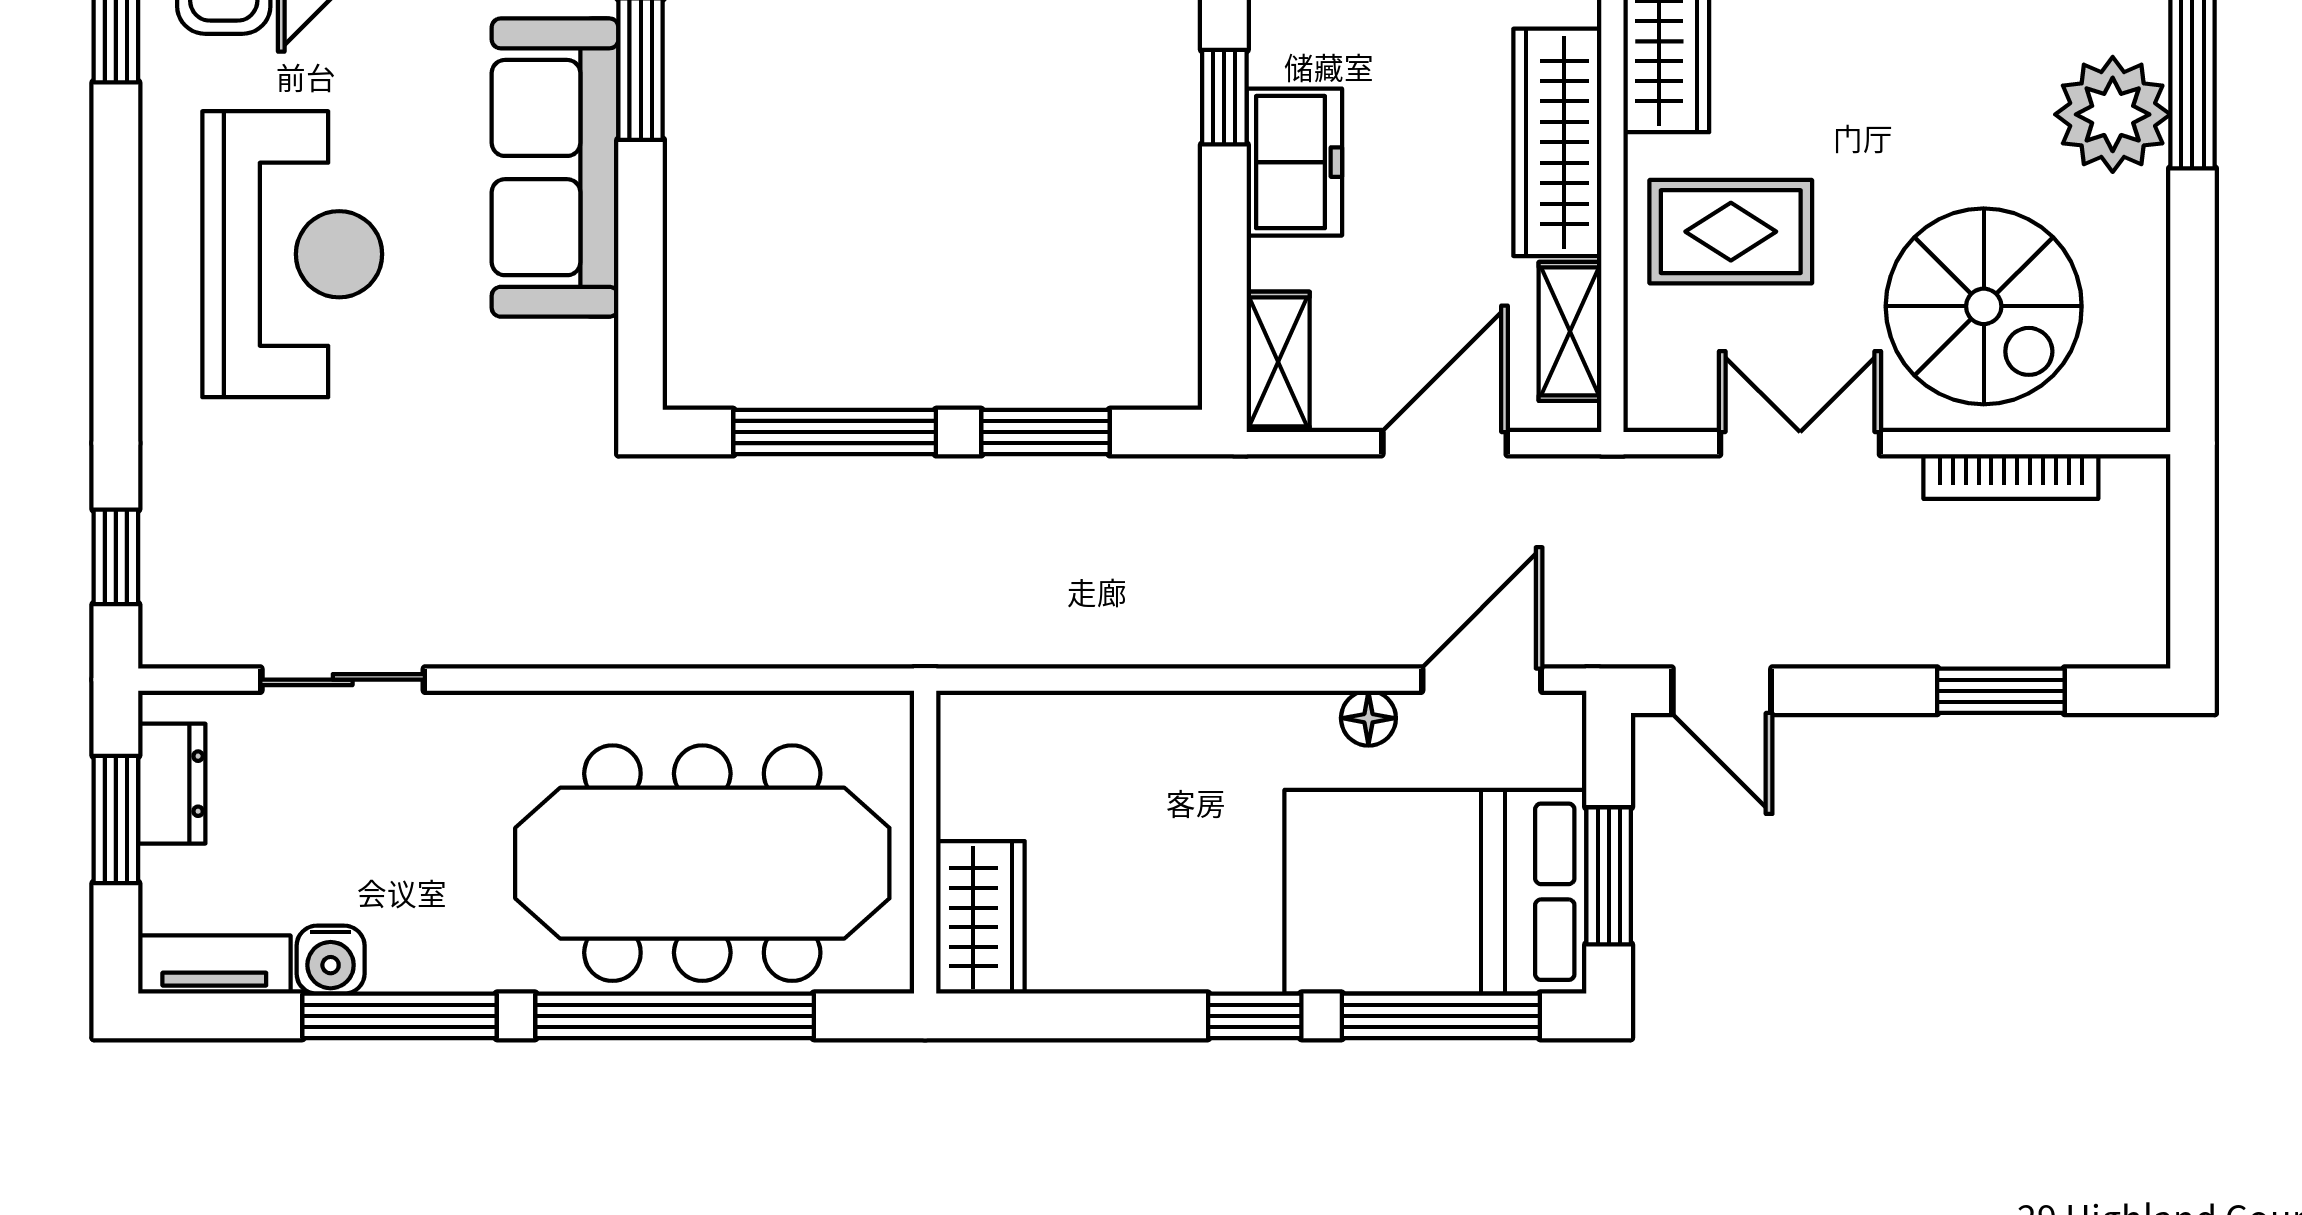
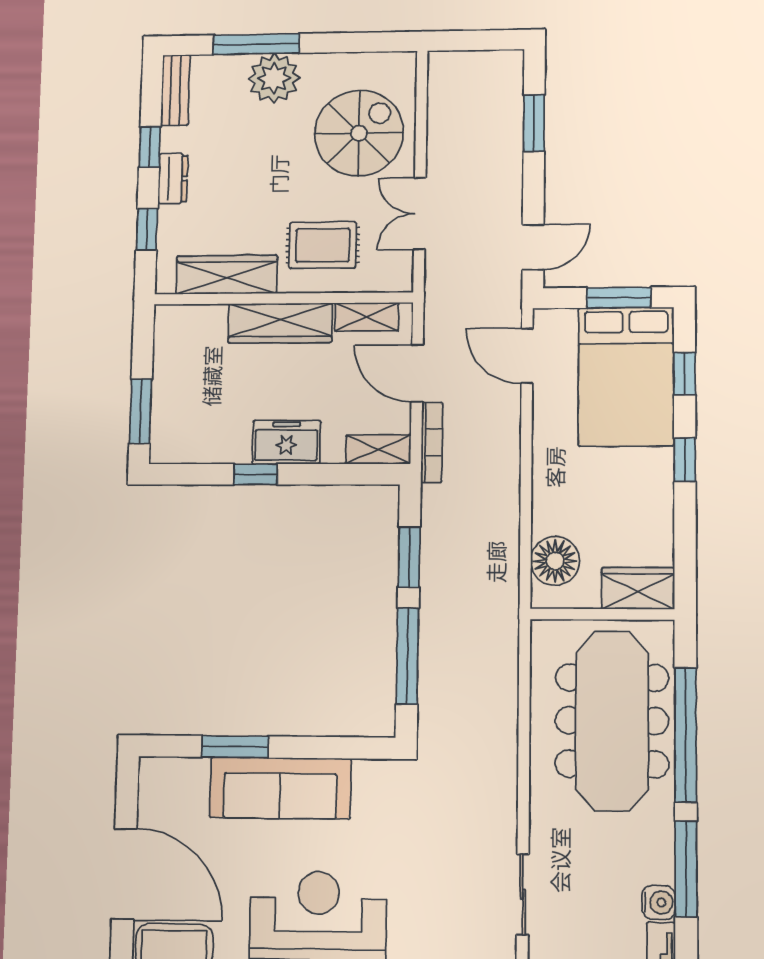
rug: (1731, 232) -> (323, 245), turned 90
bookcase: (2011, 477) -> (432, 442), moved
floor lamp: (1368, 718) -> (555, 561), moved, width x1.89, depth x1.89
window: (1441, 1016) -> (685, 374), width x0.46

